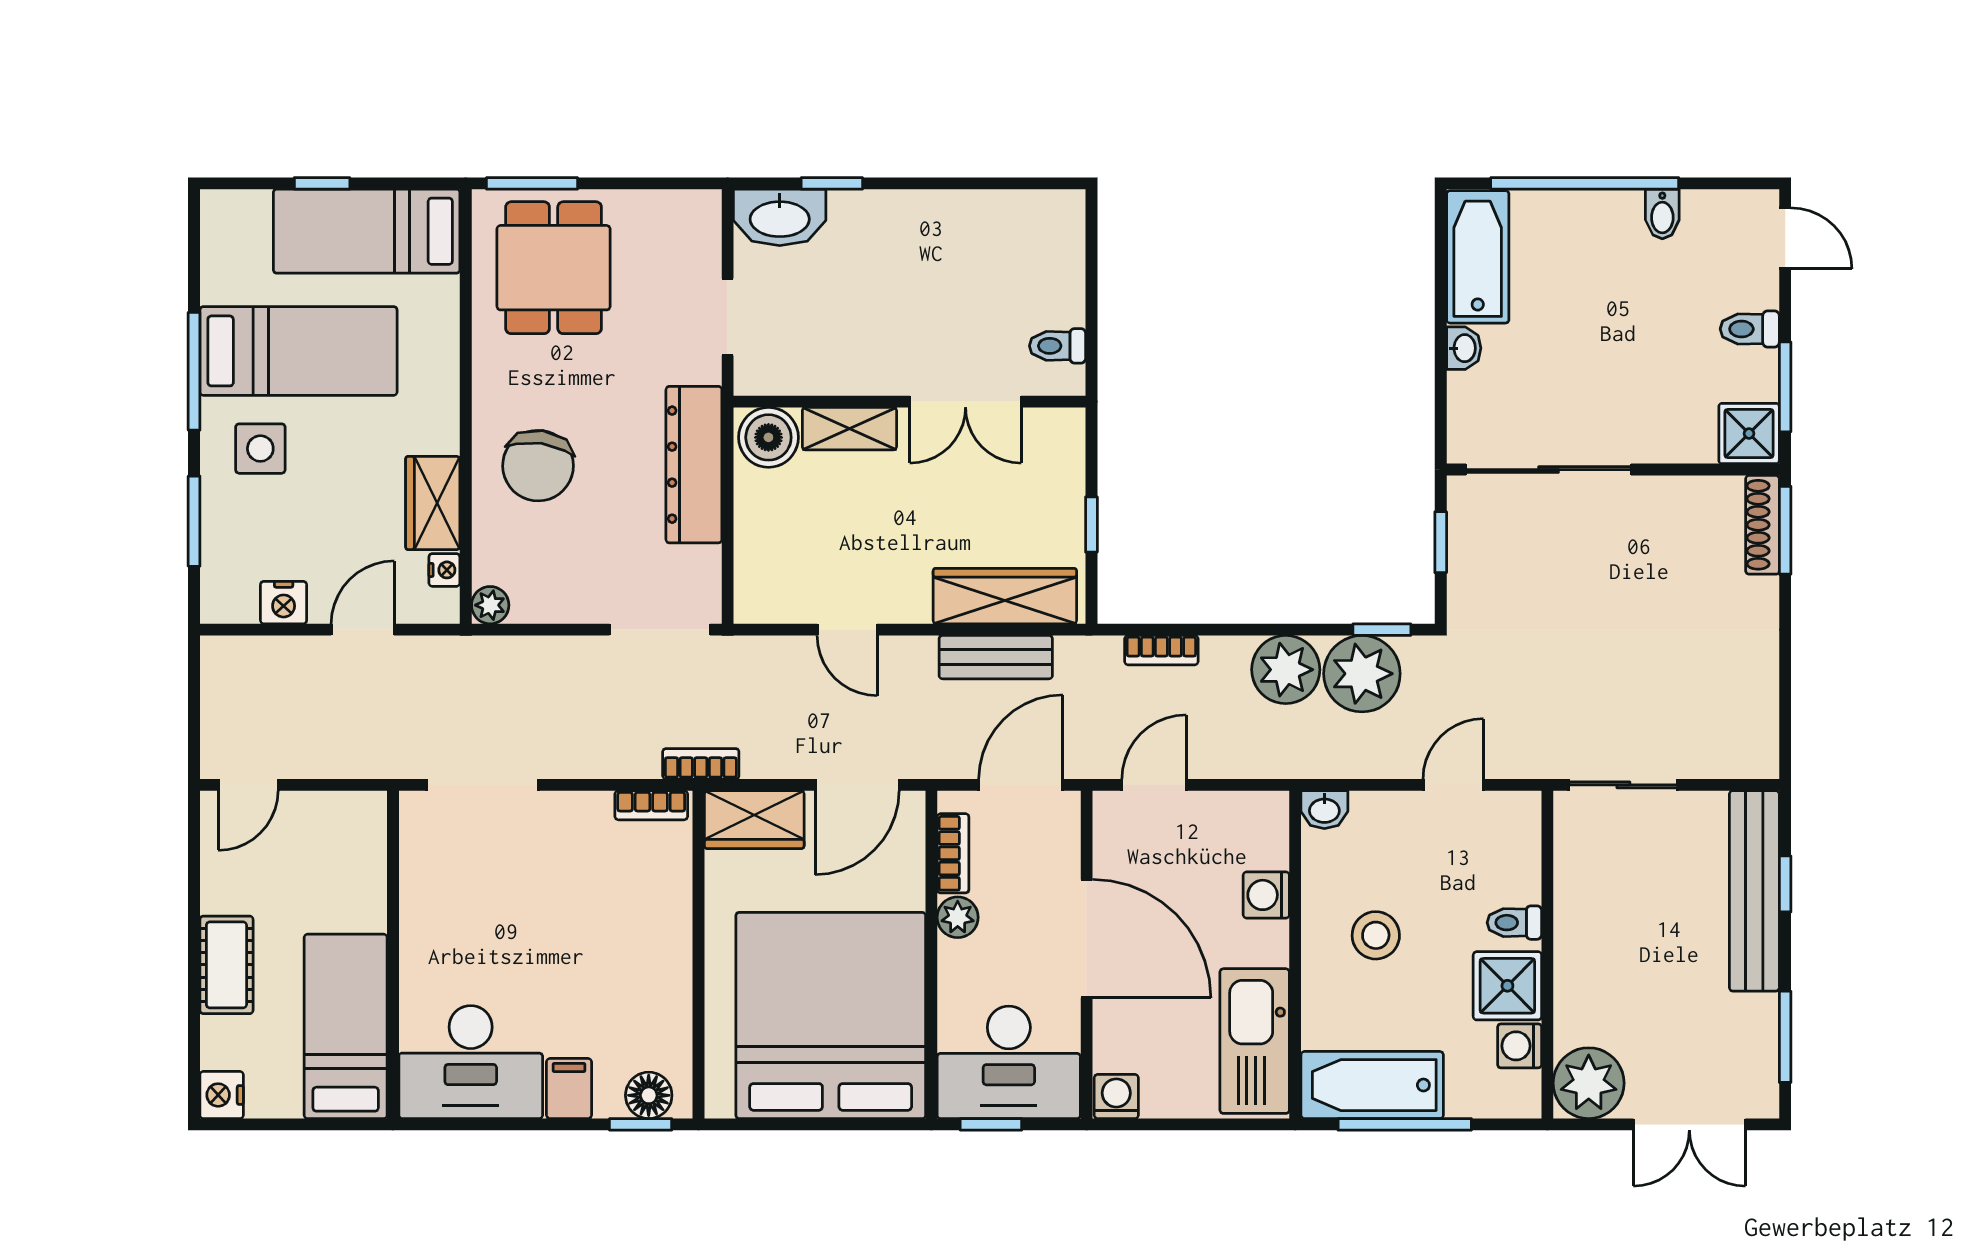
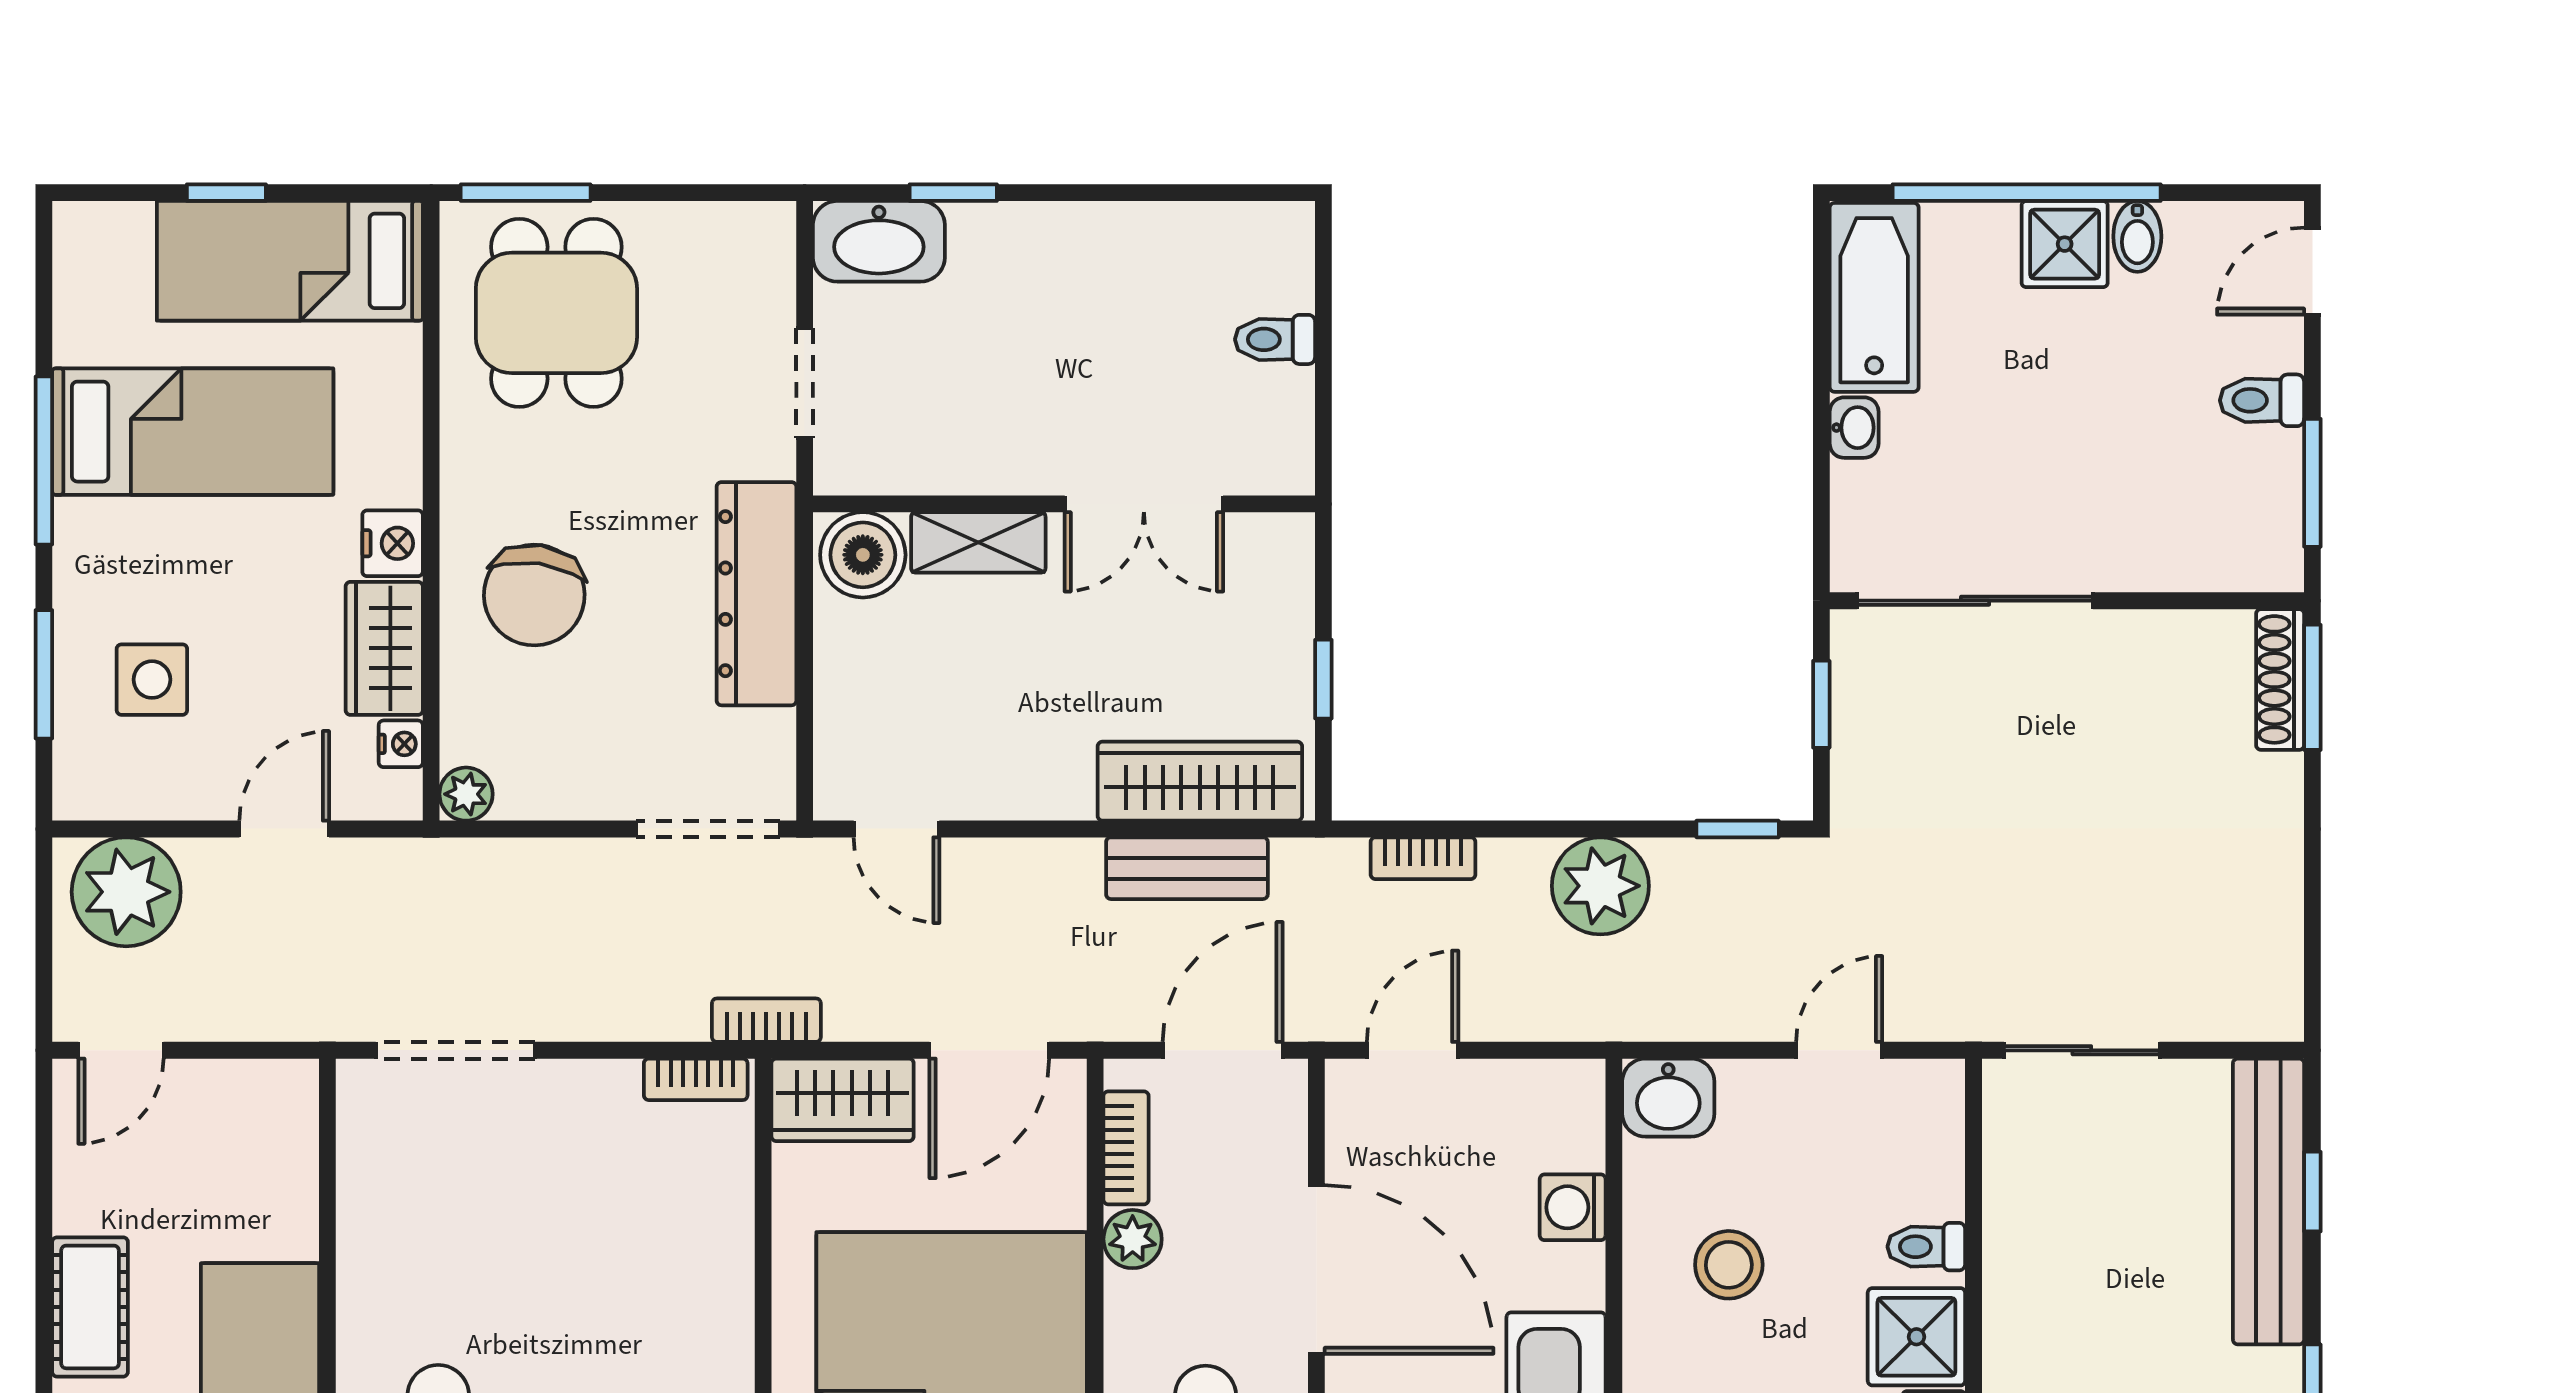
door: (1785, 238) -> (2312, 271), swing flipped
toilet: (1058, 346) -> (1275, 339), moved
shower: (1749, 434) -> (2065, 244), moved
side table: (260, 449) -> (152, 680), moved
nightstand: (284, 603) -> (393, 543), moved, turned -90
door: (847, 630) -> (897, 829), moved
plant: (1362, 674) -> (126, 892), moved
washbasin: (1324, 810) -> (1668, 1098), width x1.38, depth x1.45

